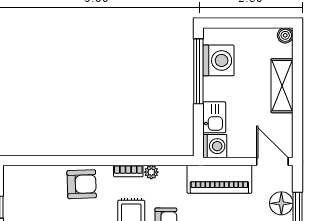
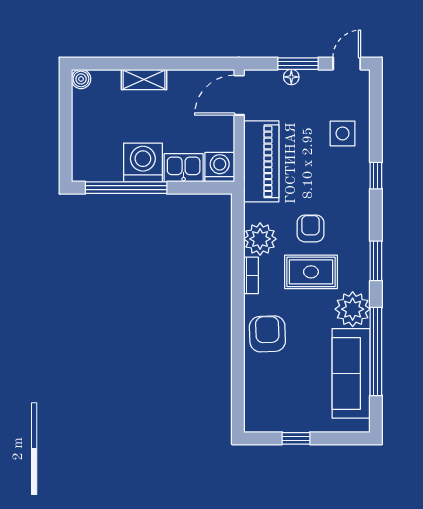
washing machine: (218, 60) -> (143, 163), moved
shelving: (282, 86) -> (144, 79), width x0.67, depth x0.75
plant: (151, 172) -> (260, 239), width x1.88, depth x1.88
floor lamp: (281, 203) -> (291, 77), width x0.53, depth x0.53

